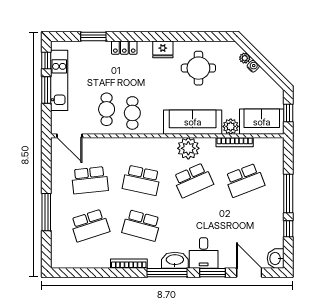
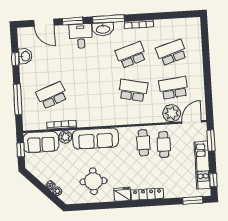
window: (93, 36) -> (193, 200), moved
locker: (124, 48) -> (147, 194), width x1.53
window: (46, 90) -> (211, 140), moved
door: (70, 136) -> (192, 122), hinge flipped
plant: (188, 148) -> (172, 113), moved
school desk: (193, 180) -> (92, 93), removed
window: (288, 193) -> (18, 99), moved
window: (46, 212) -> (206, 61), removed
school desk: (141, 225) -> (131, 55), turned -33
washbasin: (276, 258) -> (25, 56), moved

